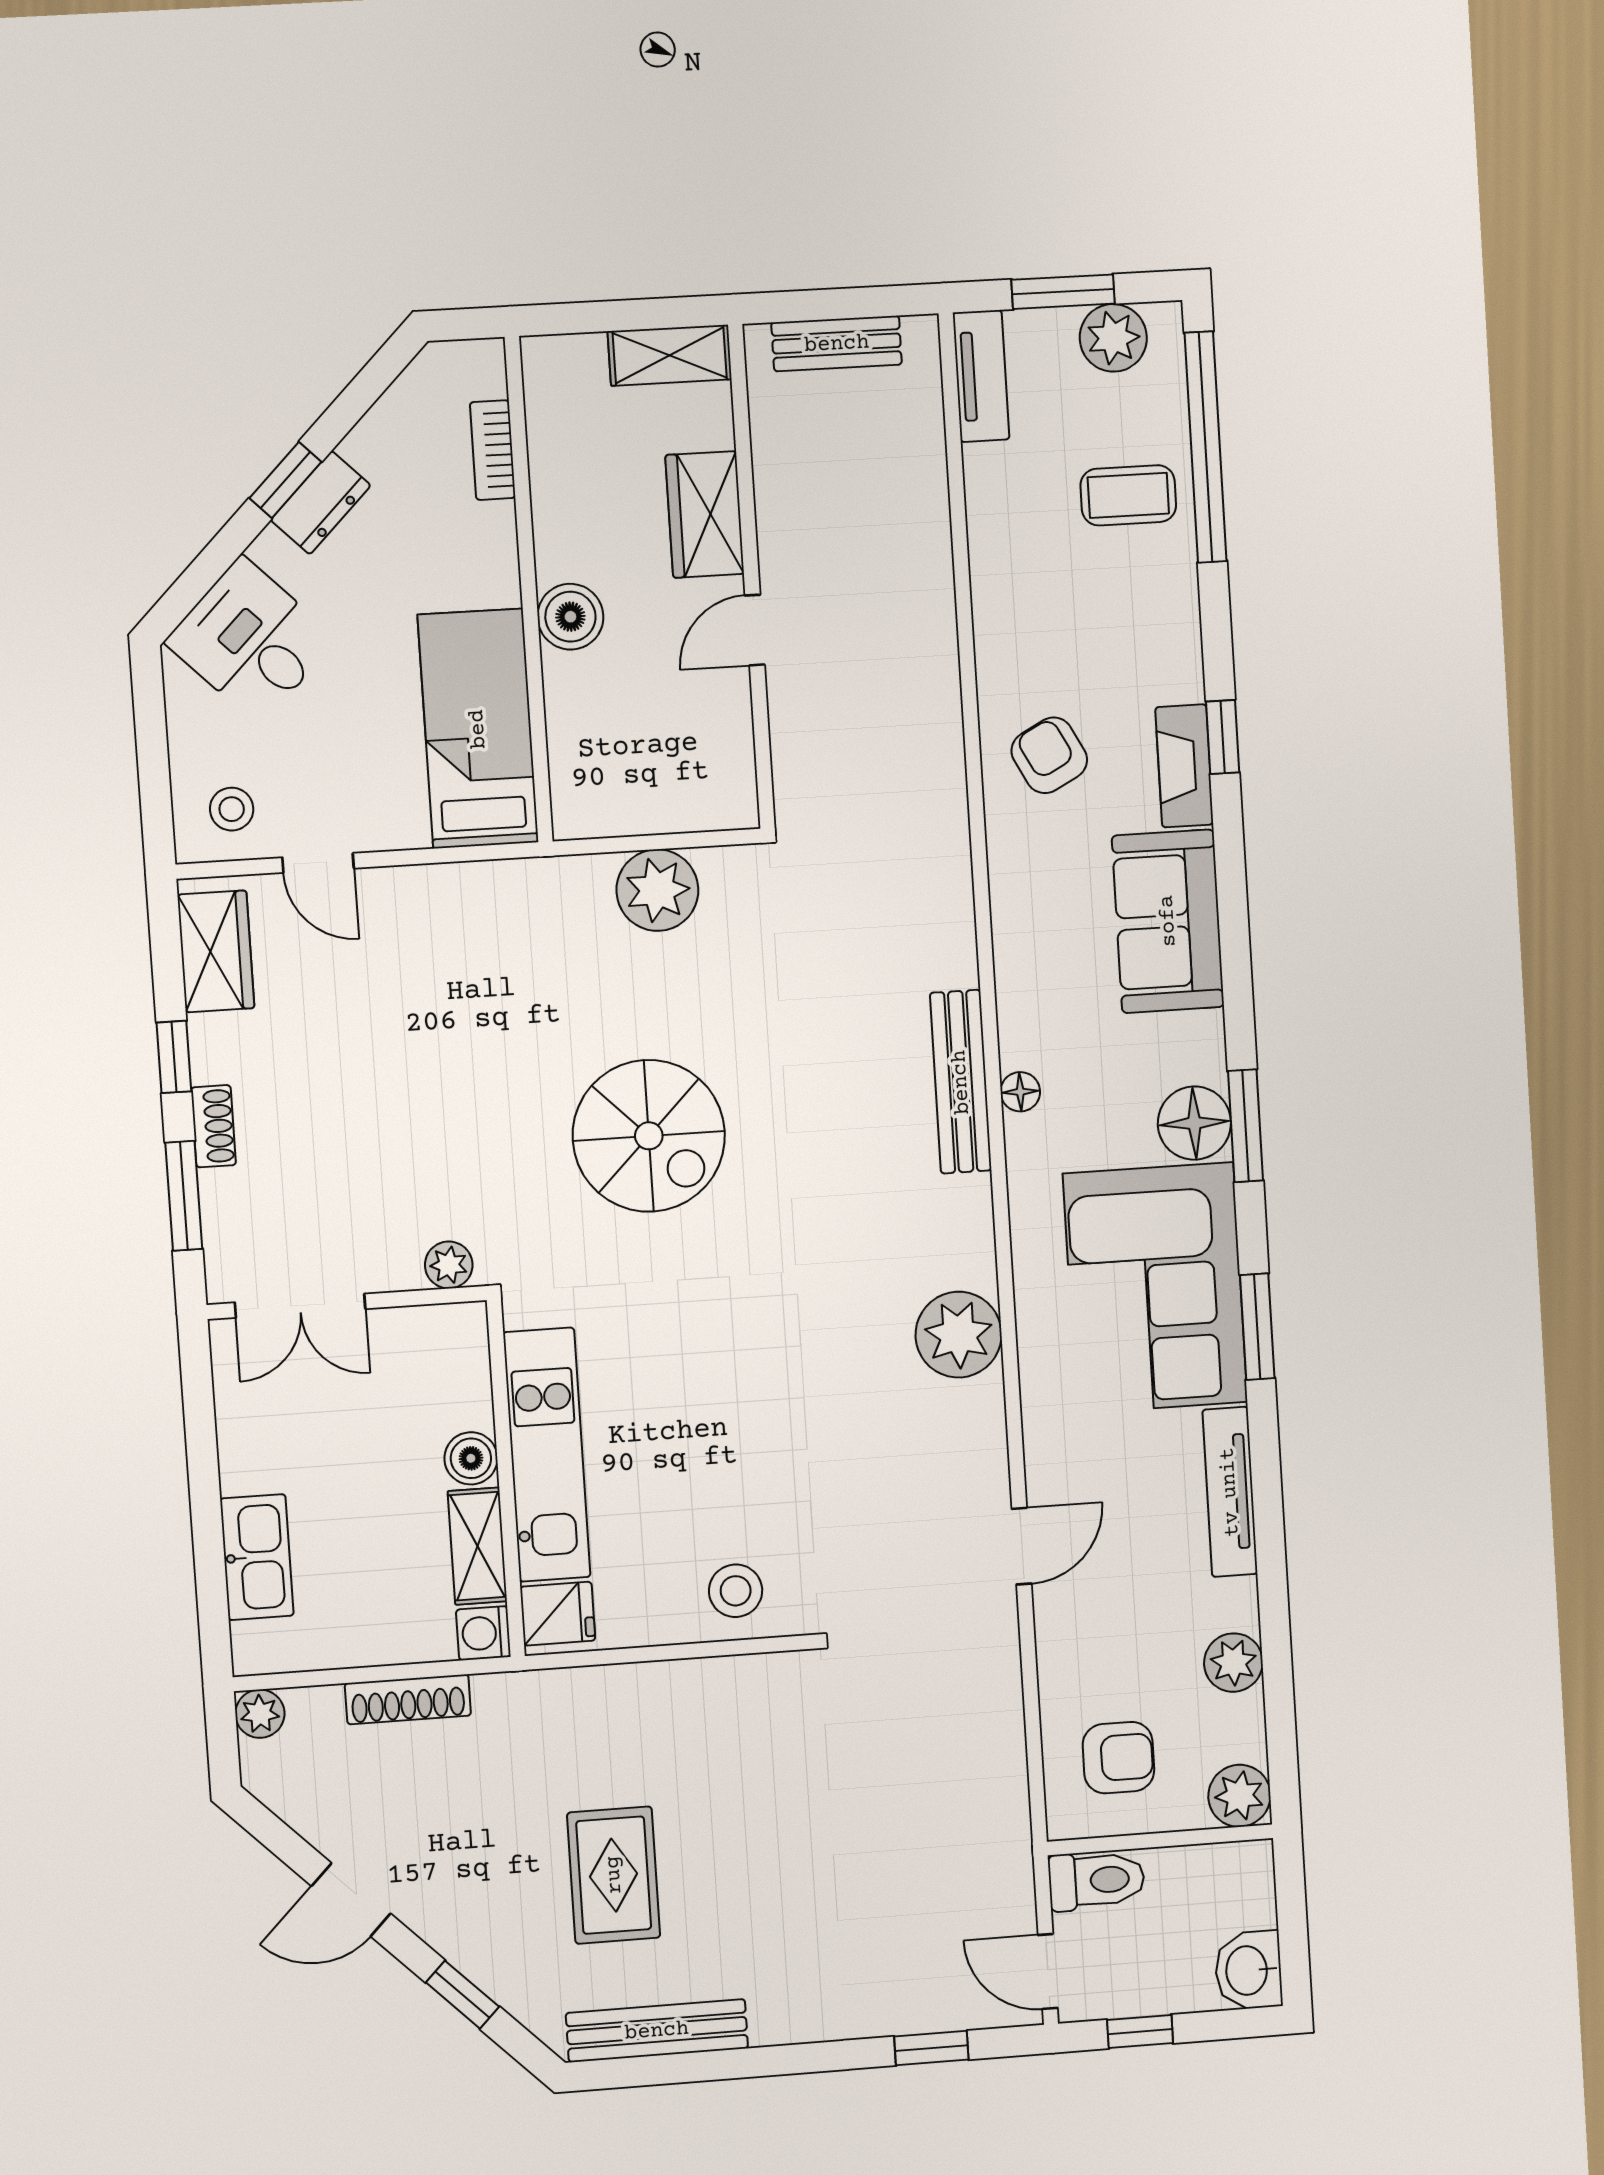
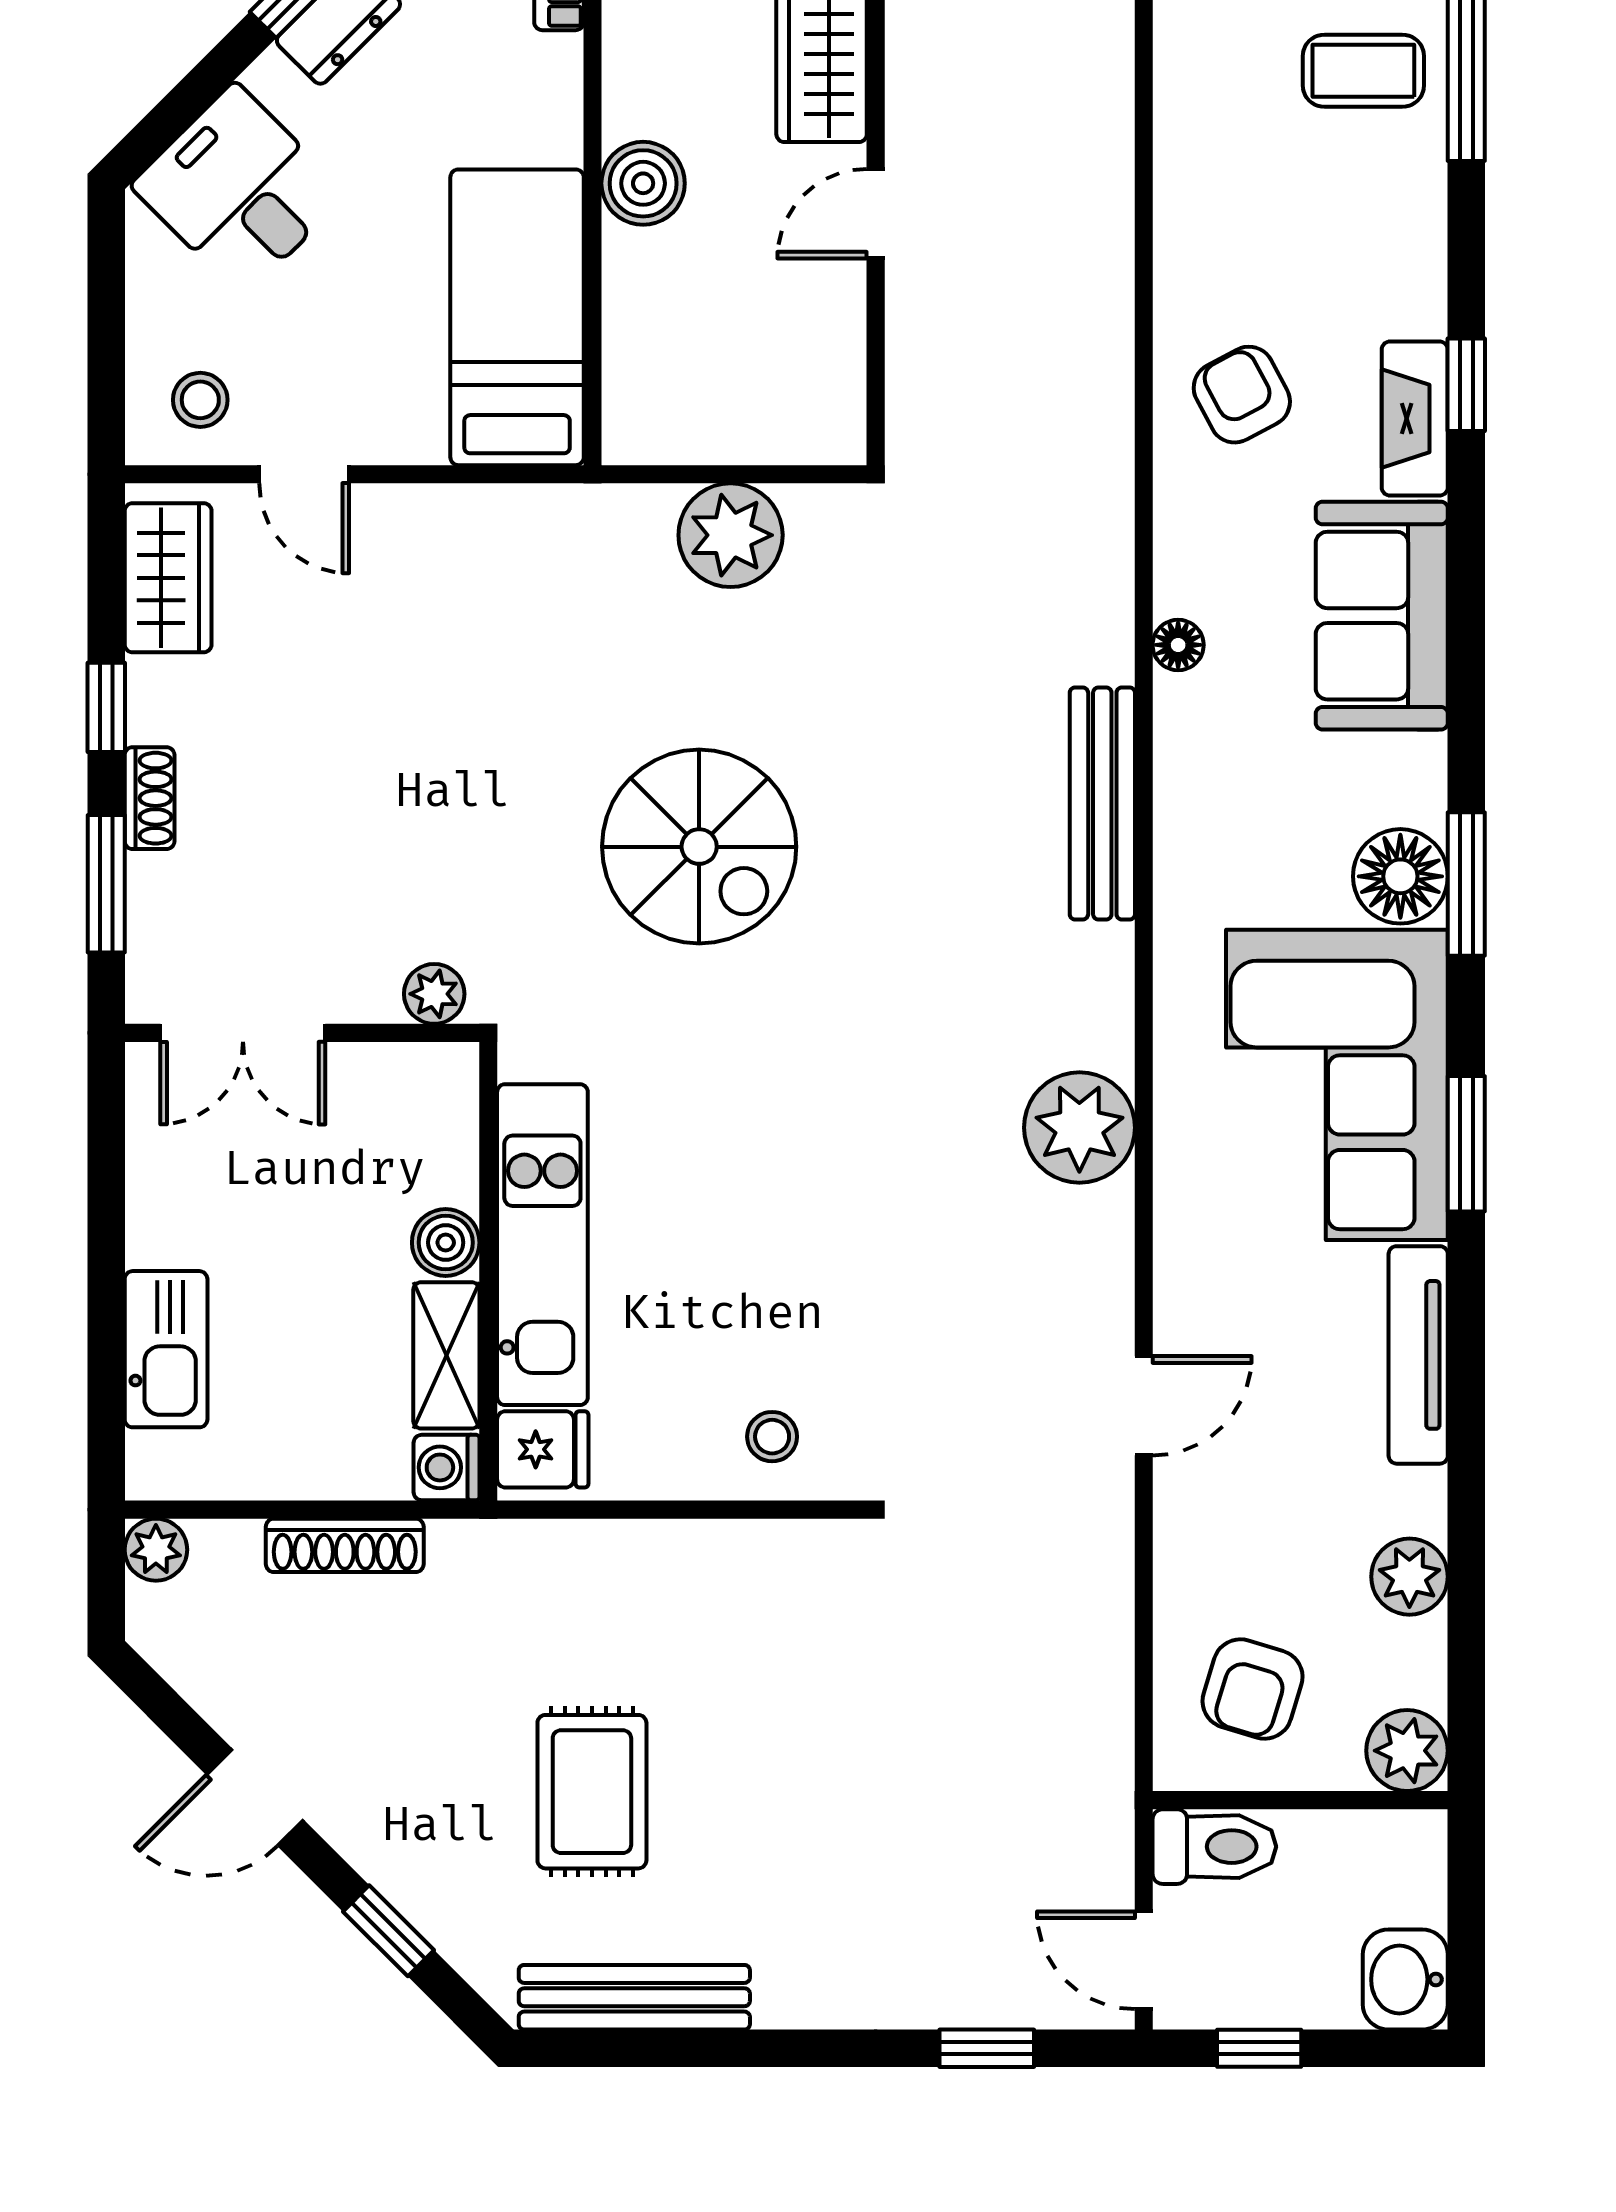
floor lamp: (1020, 1092) -> (1178, 645), moved
stool: (736, 1591) -> (772, 1437), width x0.73, depth x0.73
armchair: (1118, 1758) -> (1253, 1689), turned 107

